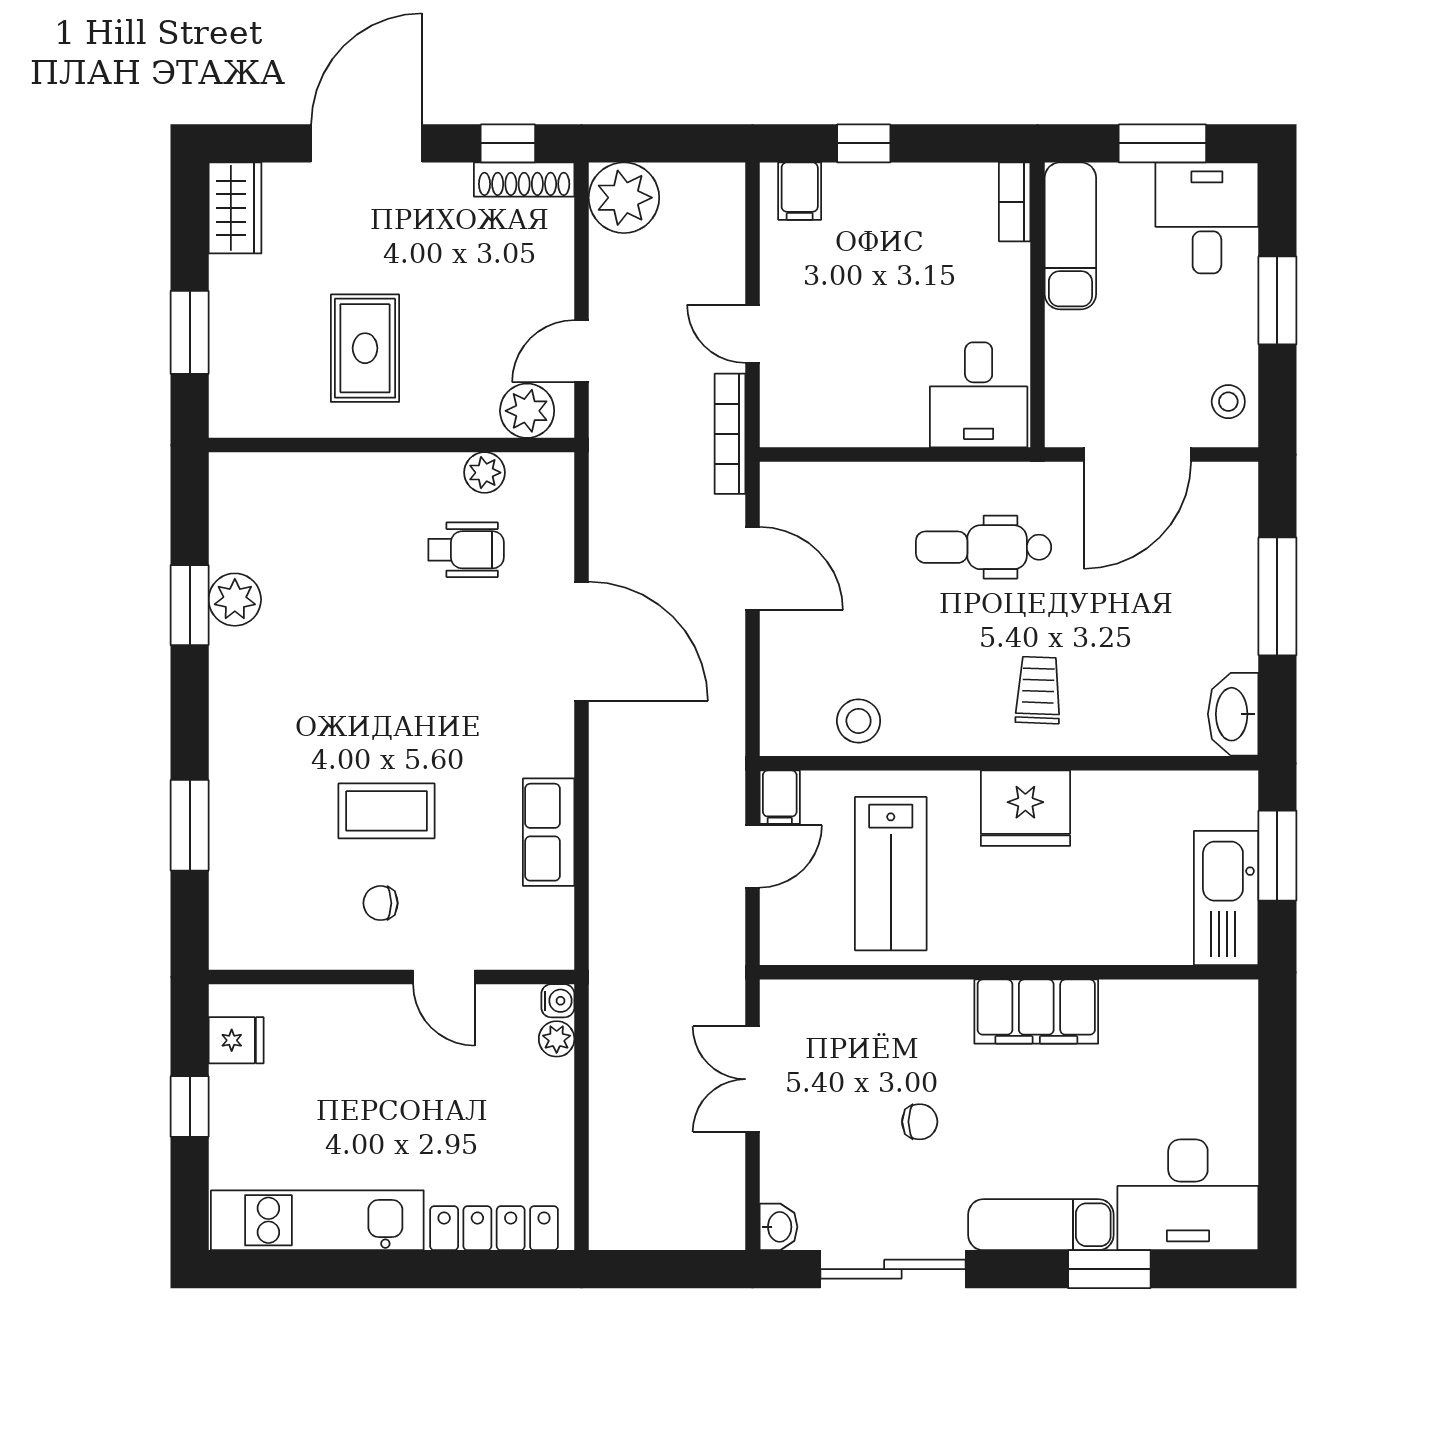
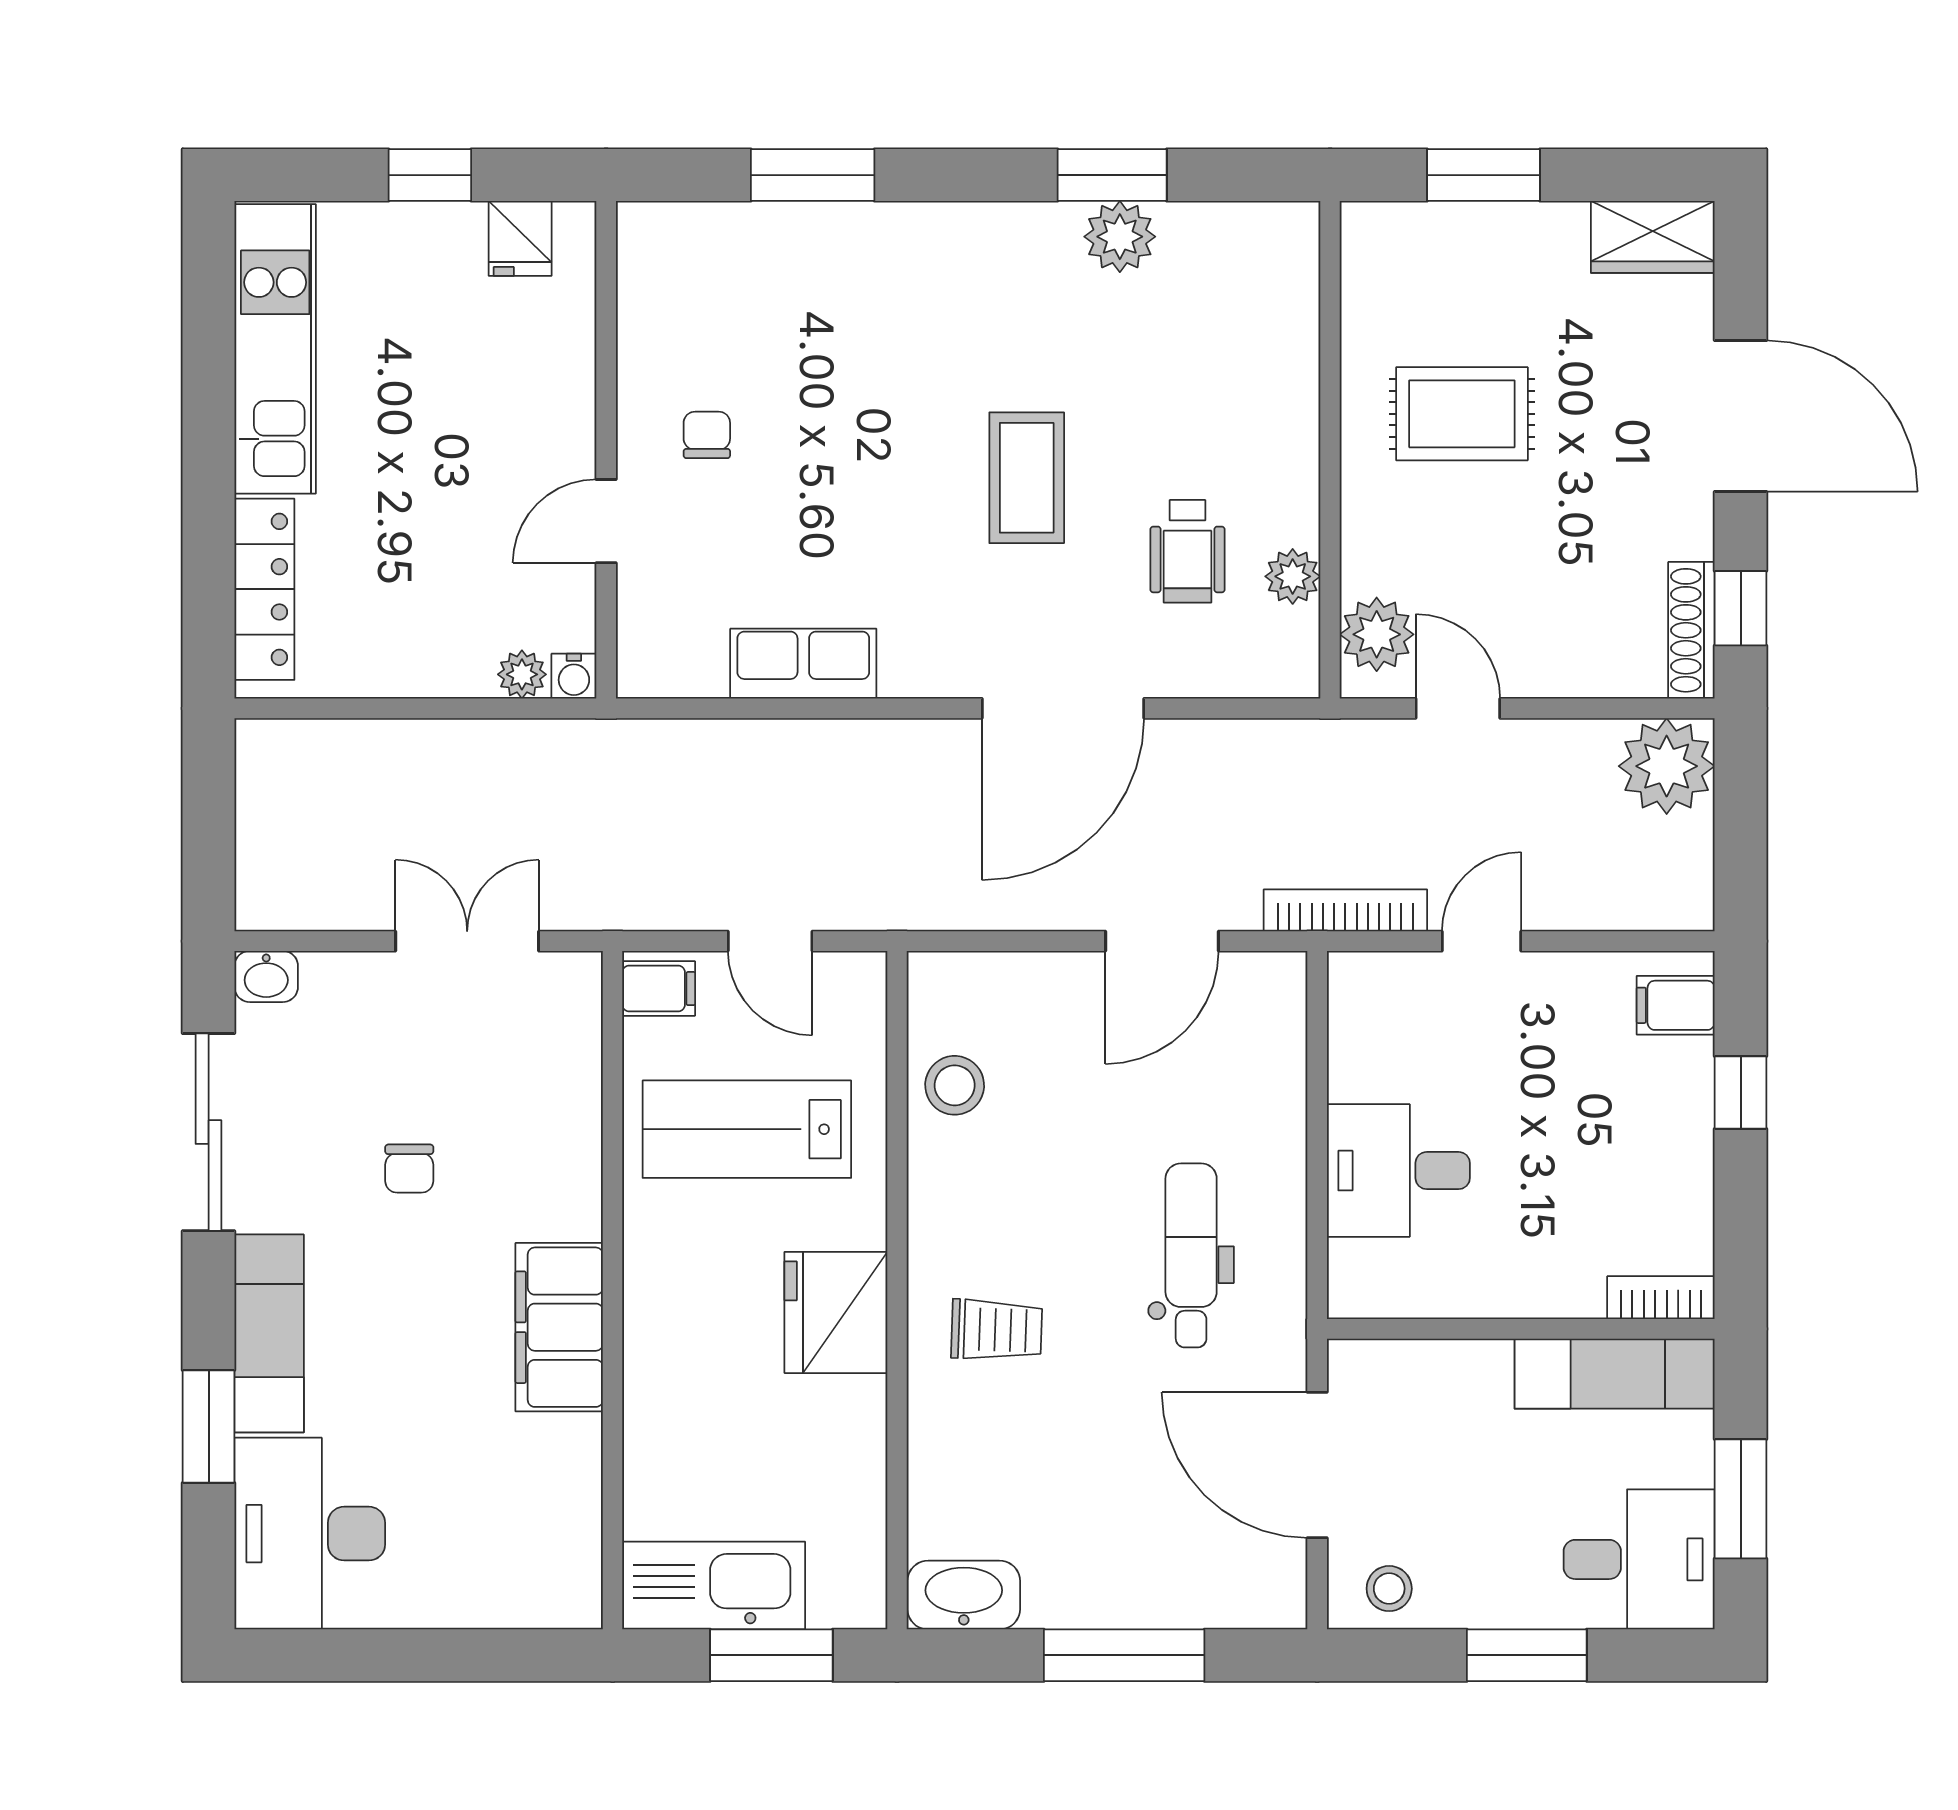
desk: (979, 395) -> (1398, 1171), moved
filing cabinet: (780, 797) -> (659, 989), moved, turned 180
coffee table: (387, 811) -> (1027, 478), moved

